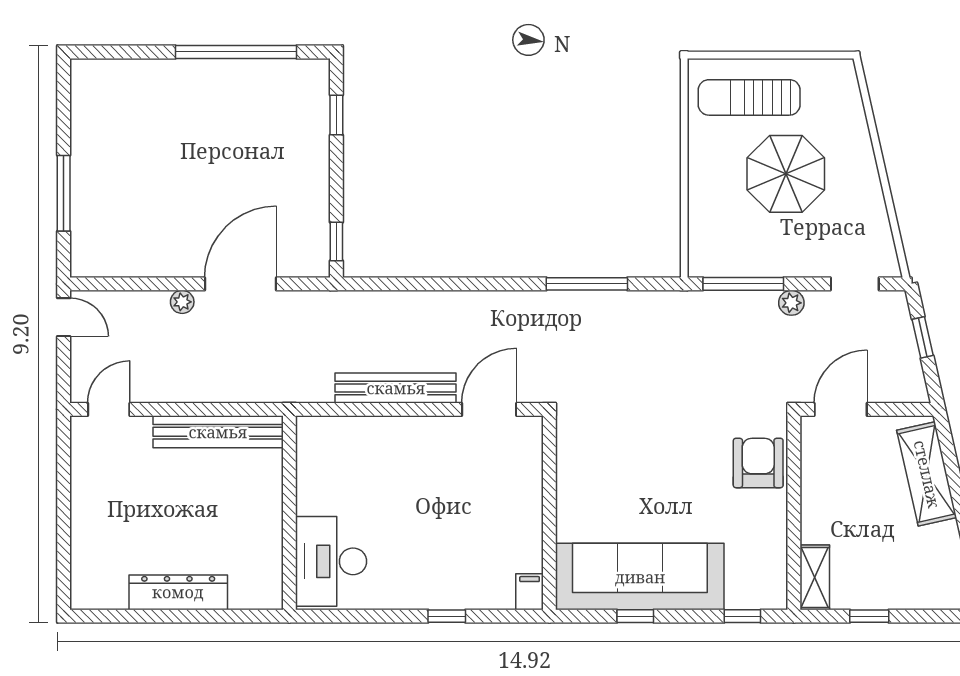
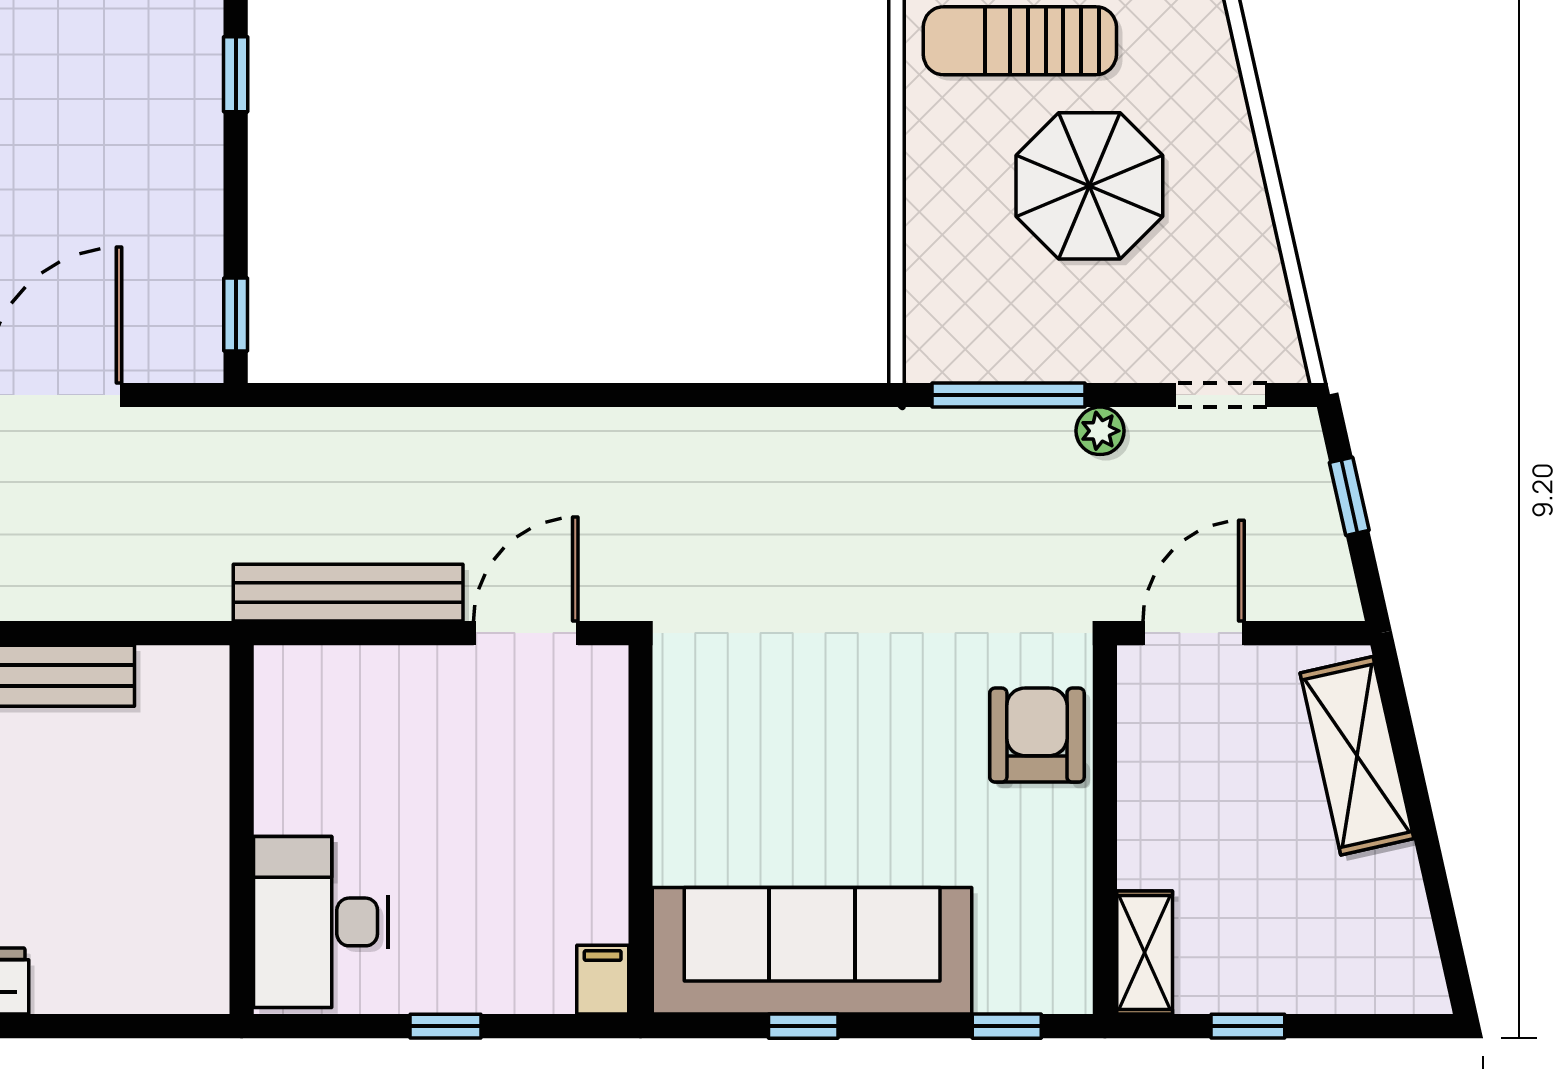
window: (587, 284) -> (711, 395), removed
wall: (289, 513) -> (242, 830), moved
desk: (331, 561) -> (321, 922), moved

